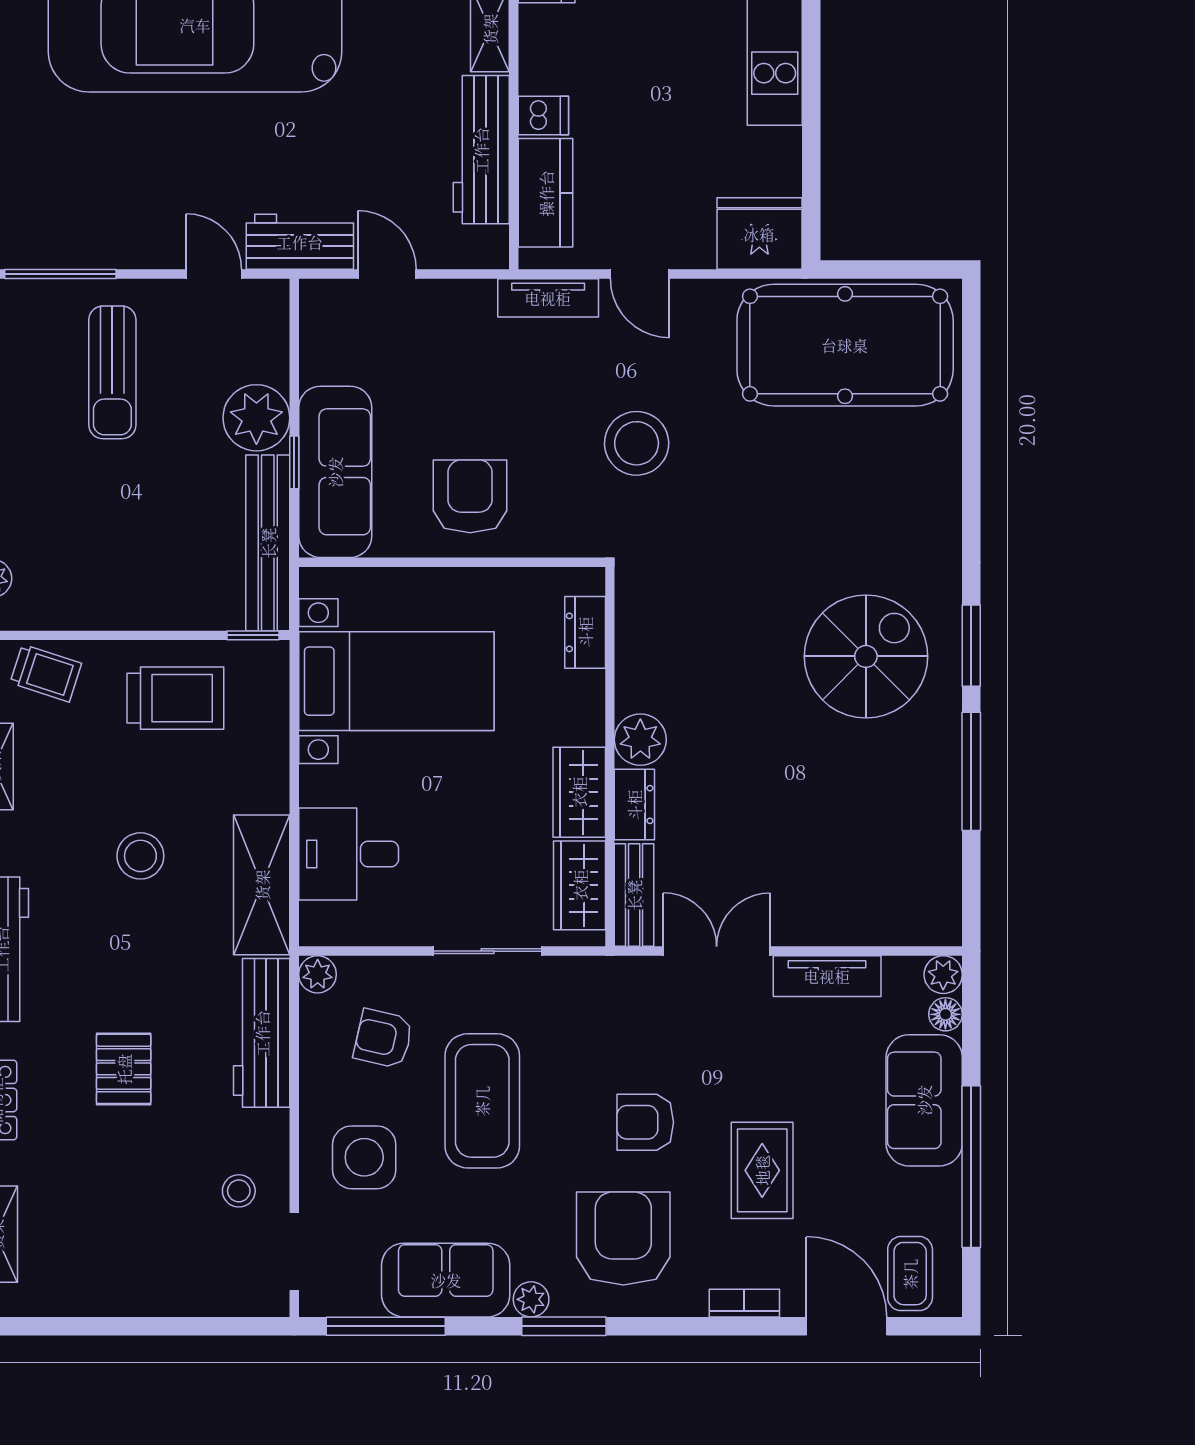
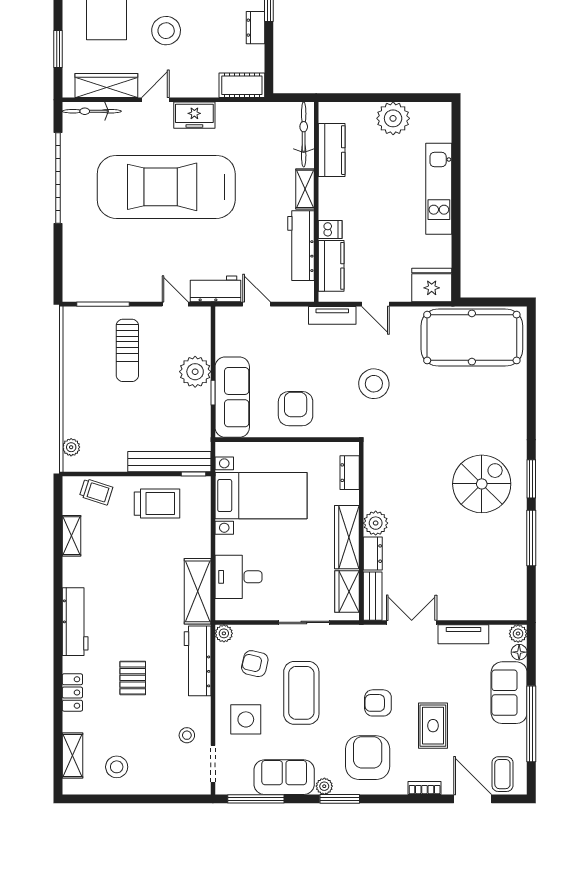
bench: (268, 543) -> (169, 462), moved, turned 90
wardrobe: (579, 792) -> (347, 537), width x1.50
stool: (140, 856) -> (117, 767), moved

